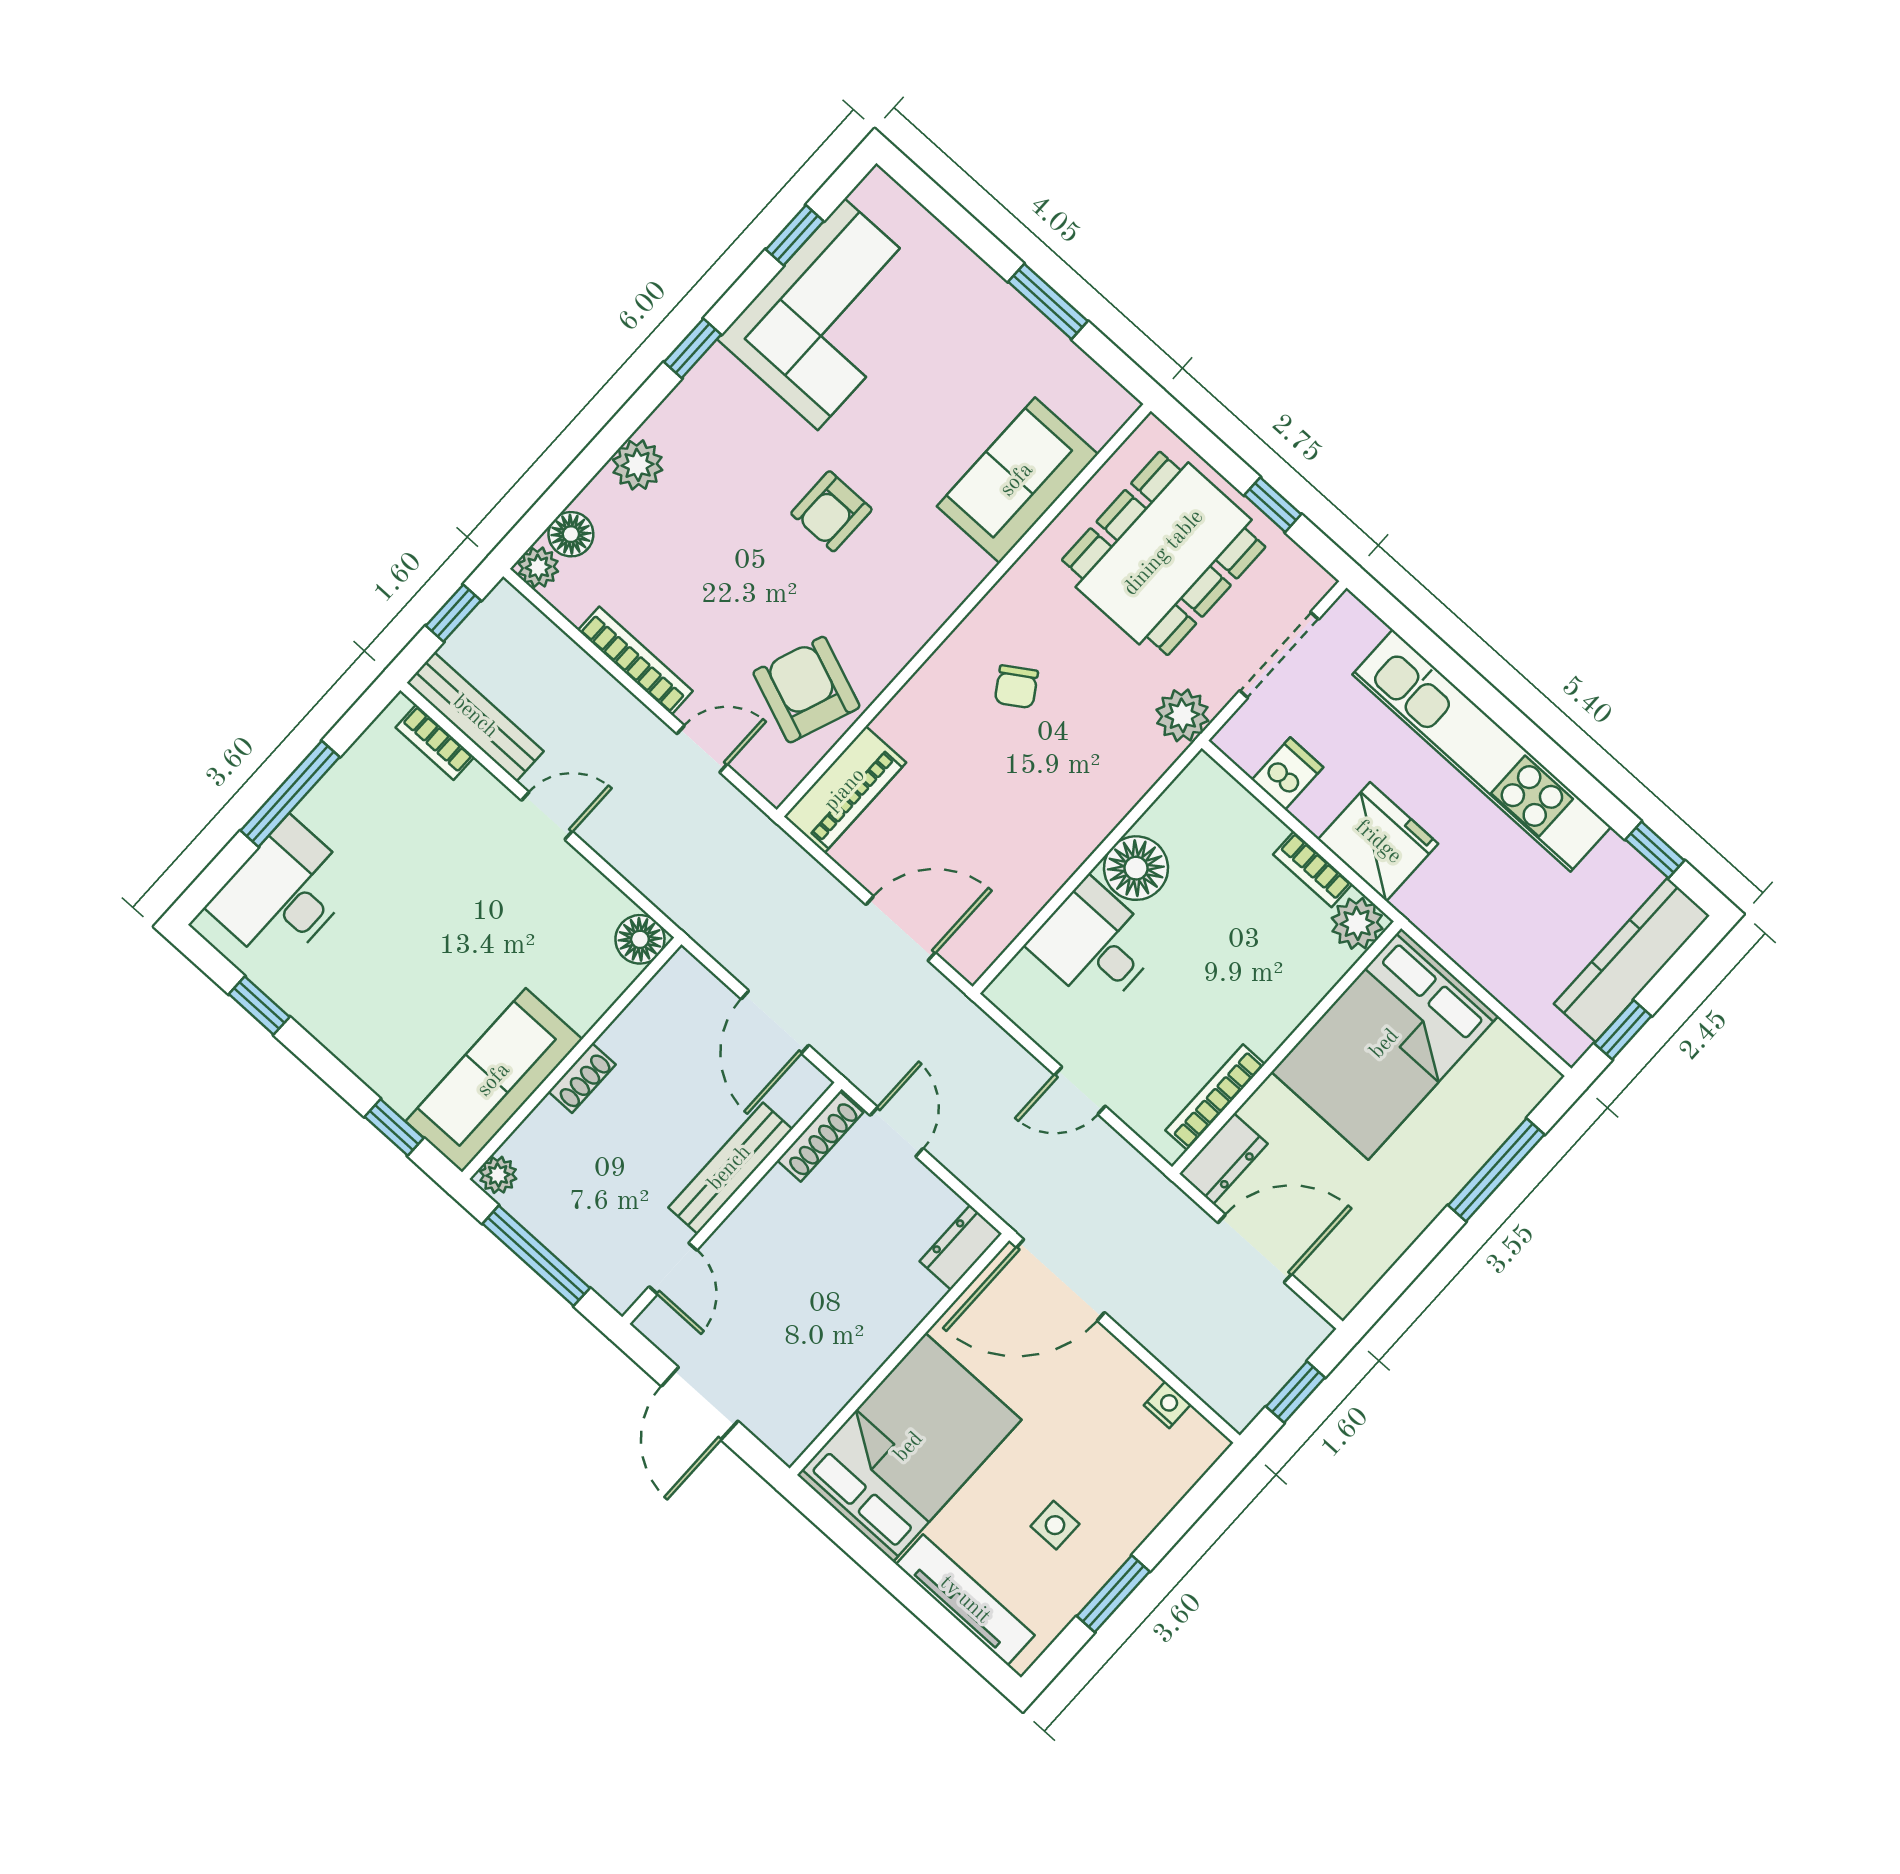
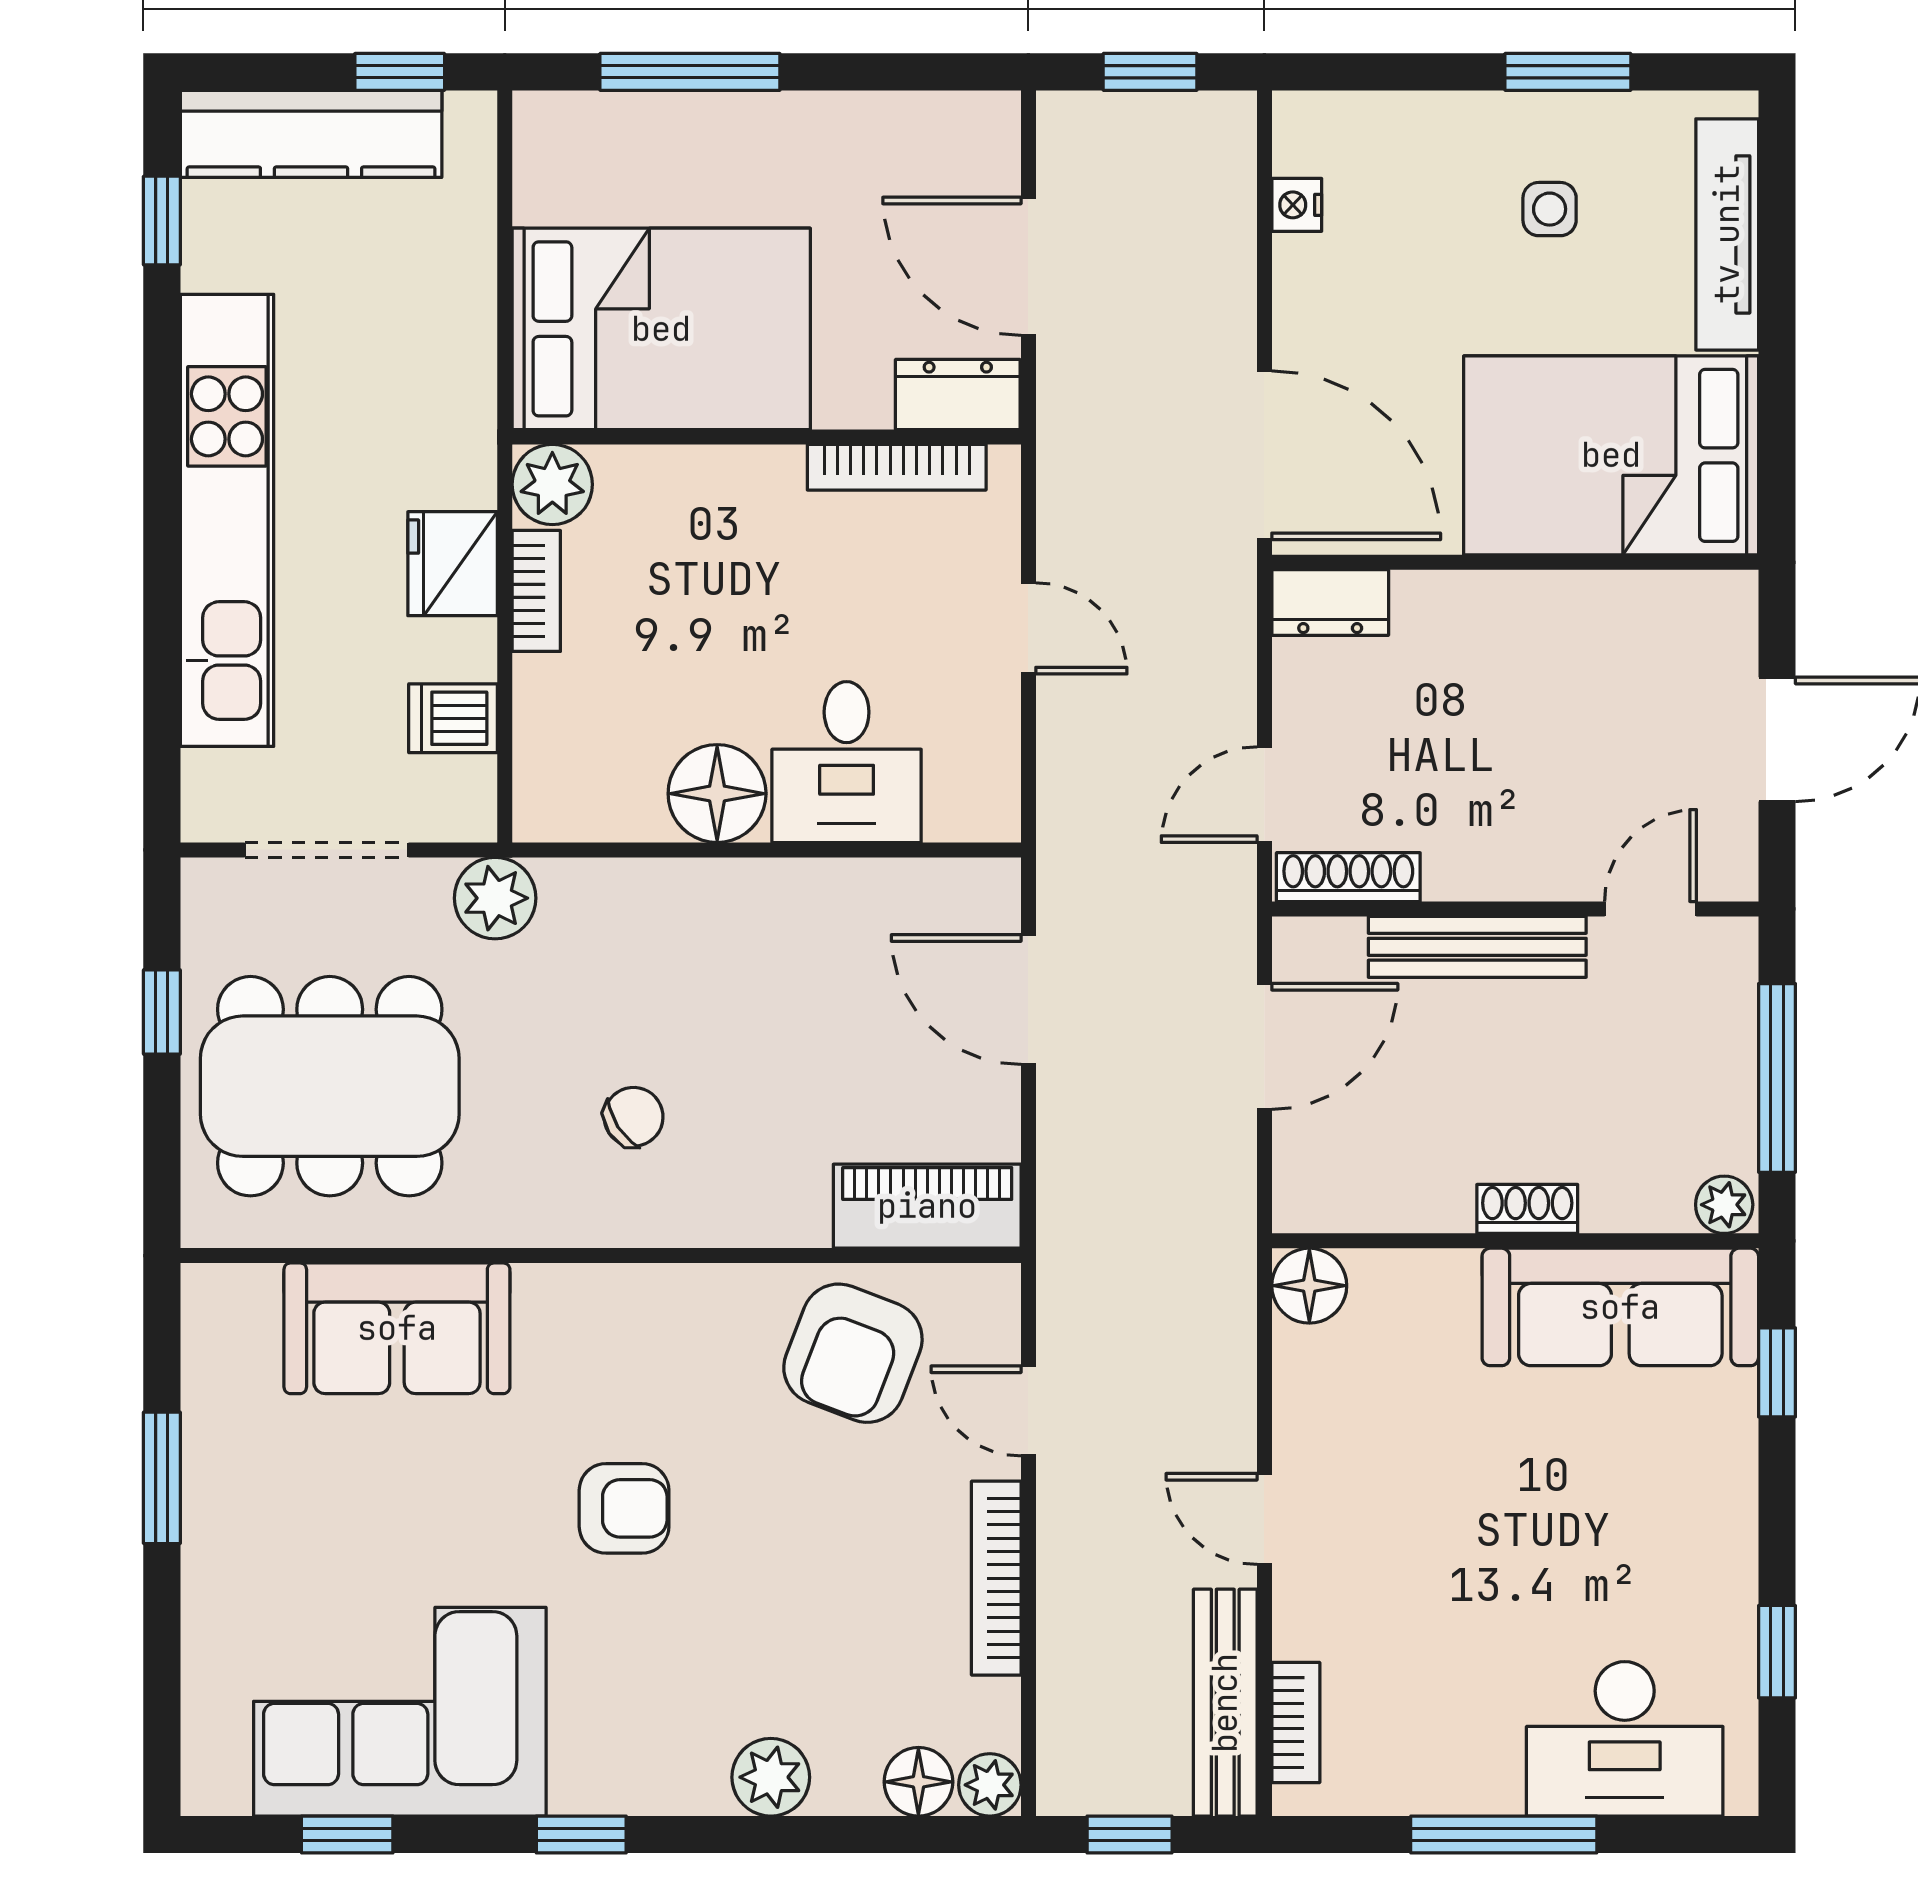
fridge: (1378, 842) -> (453, 564), width x0.73, depth x0.75

